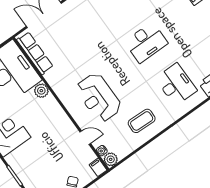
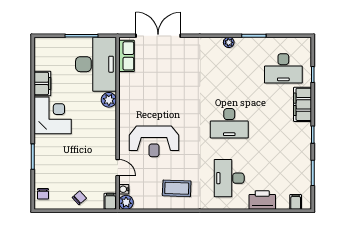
row of seats: (35, 53) -> (127, 56), width x0.68
desk: (176, 84) -> (229, 178), turned 180
reception desk: (99, 98) -> (154, 141), turned -90

